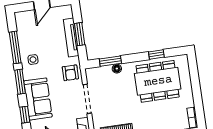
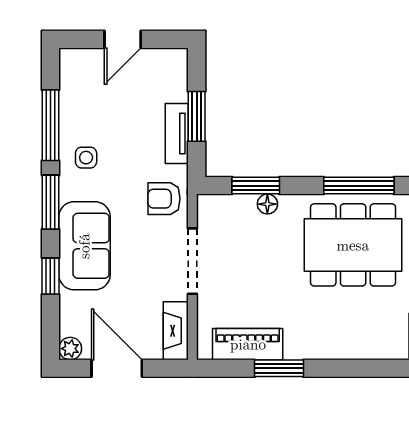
tv unit: (71, 38) -> (177, 134), width x0.71
window: (156, 54) -> (359, 186), width x2.17
armchair: (70, 73) -> (164, 199), turned 90

